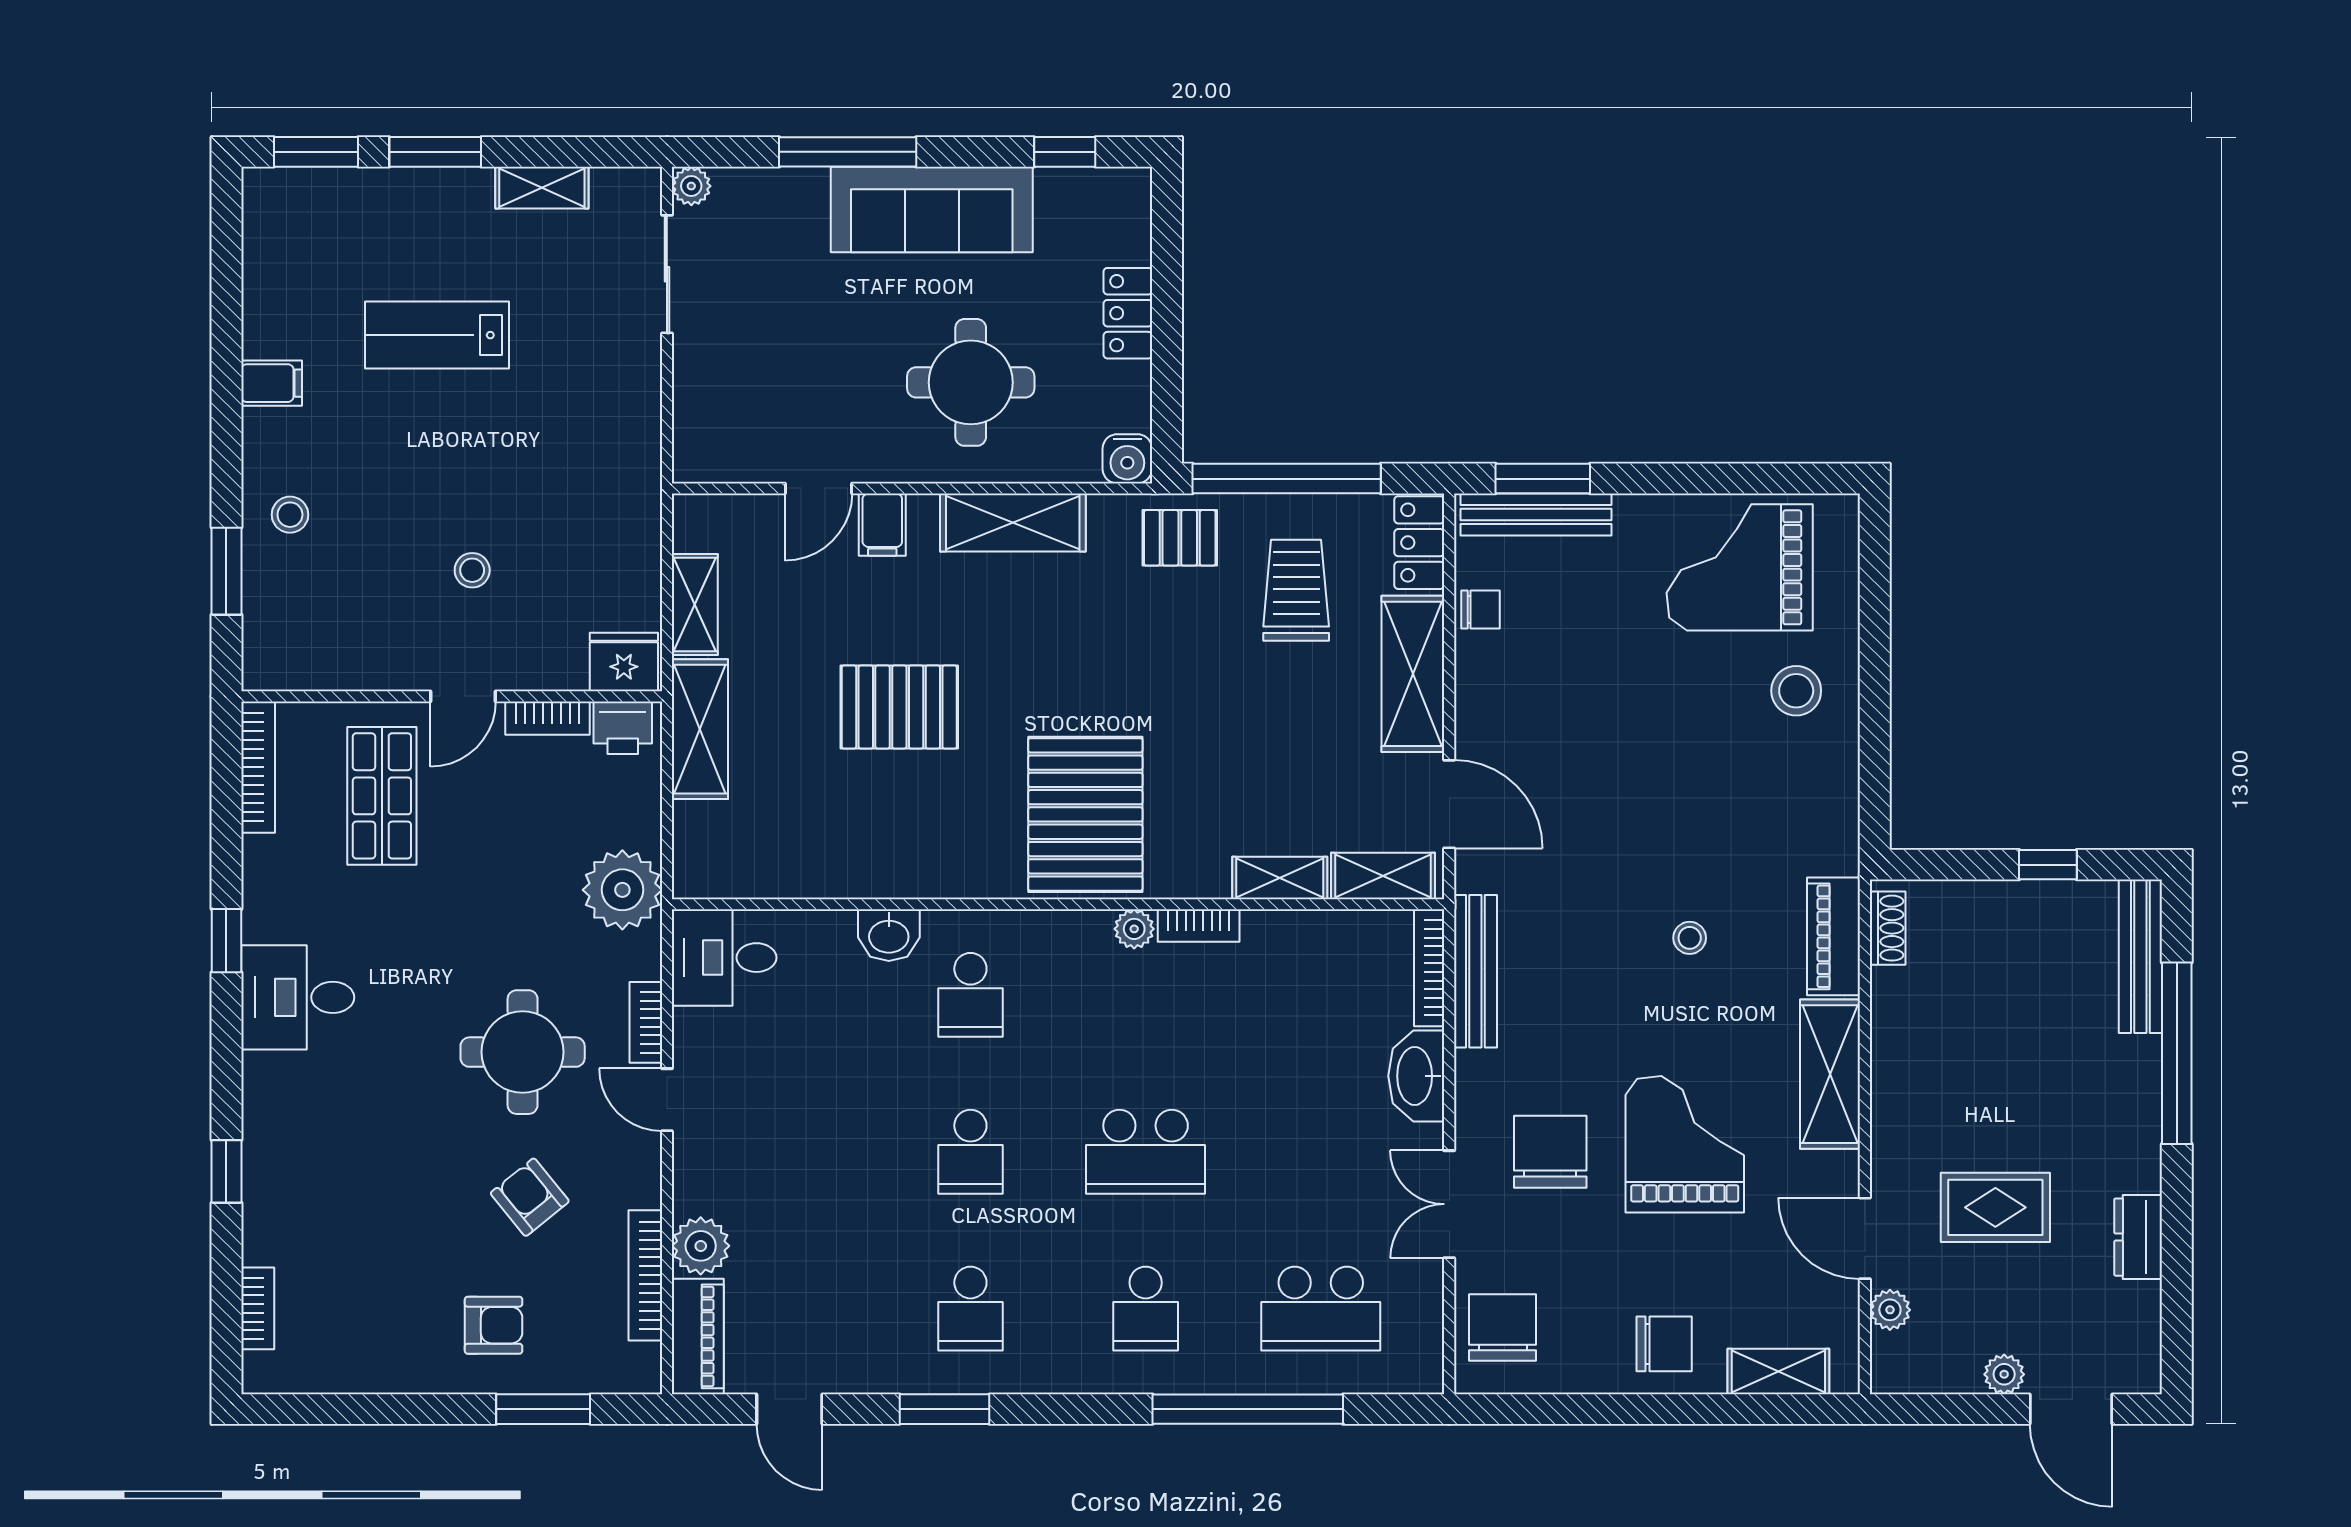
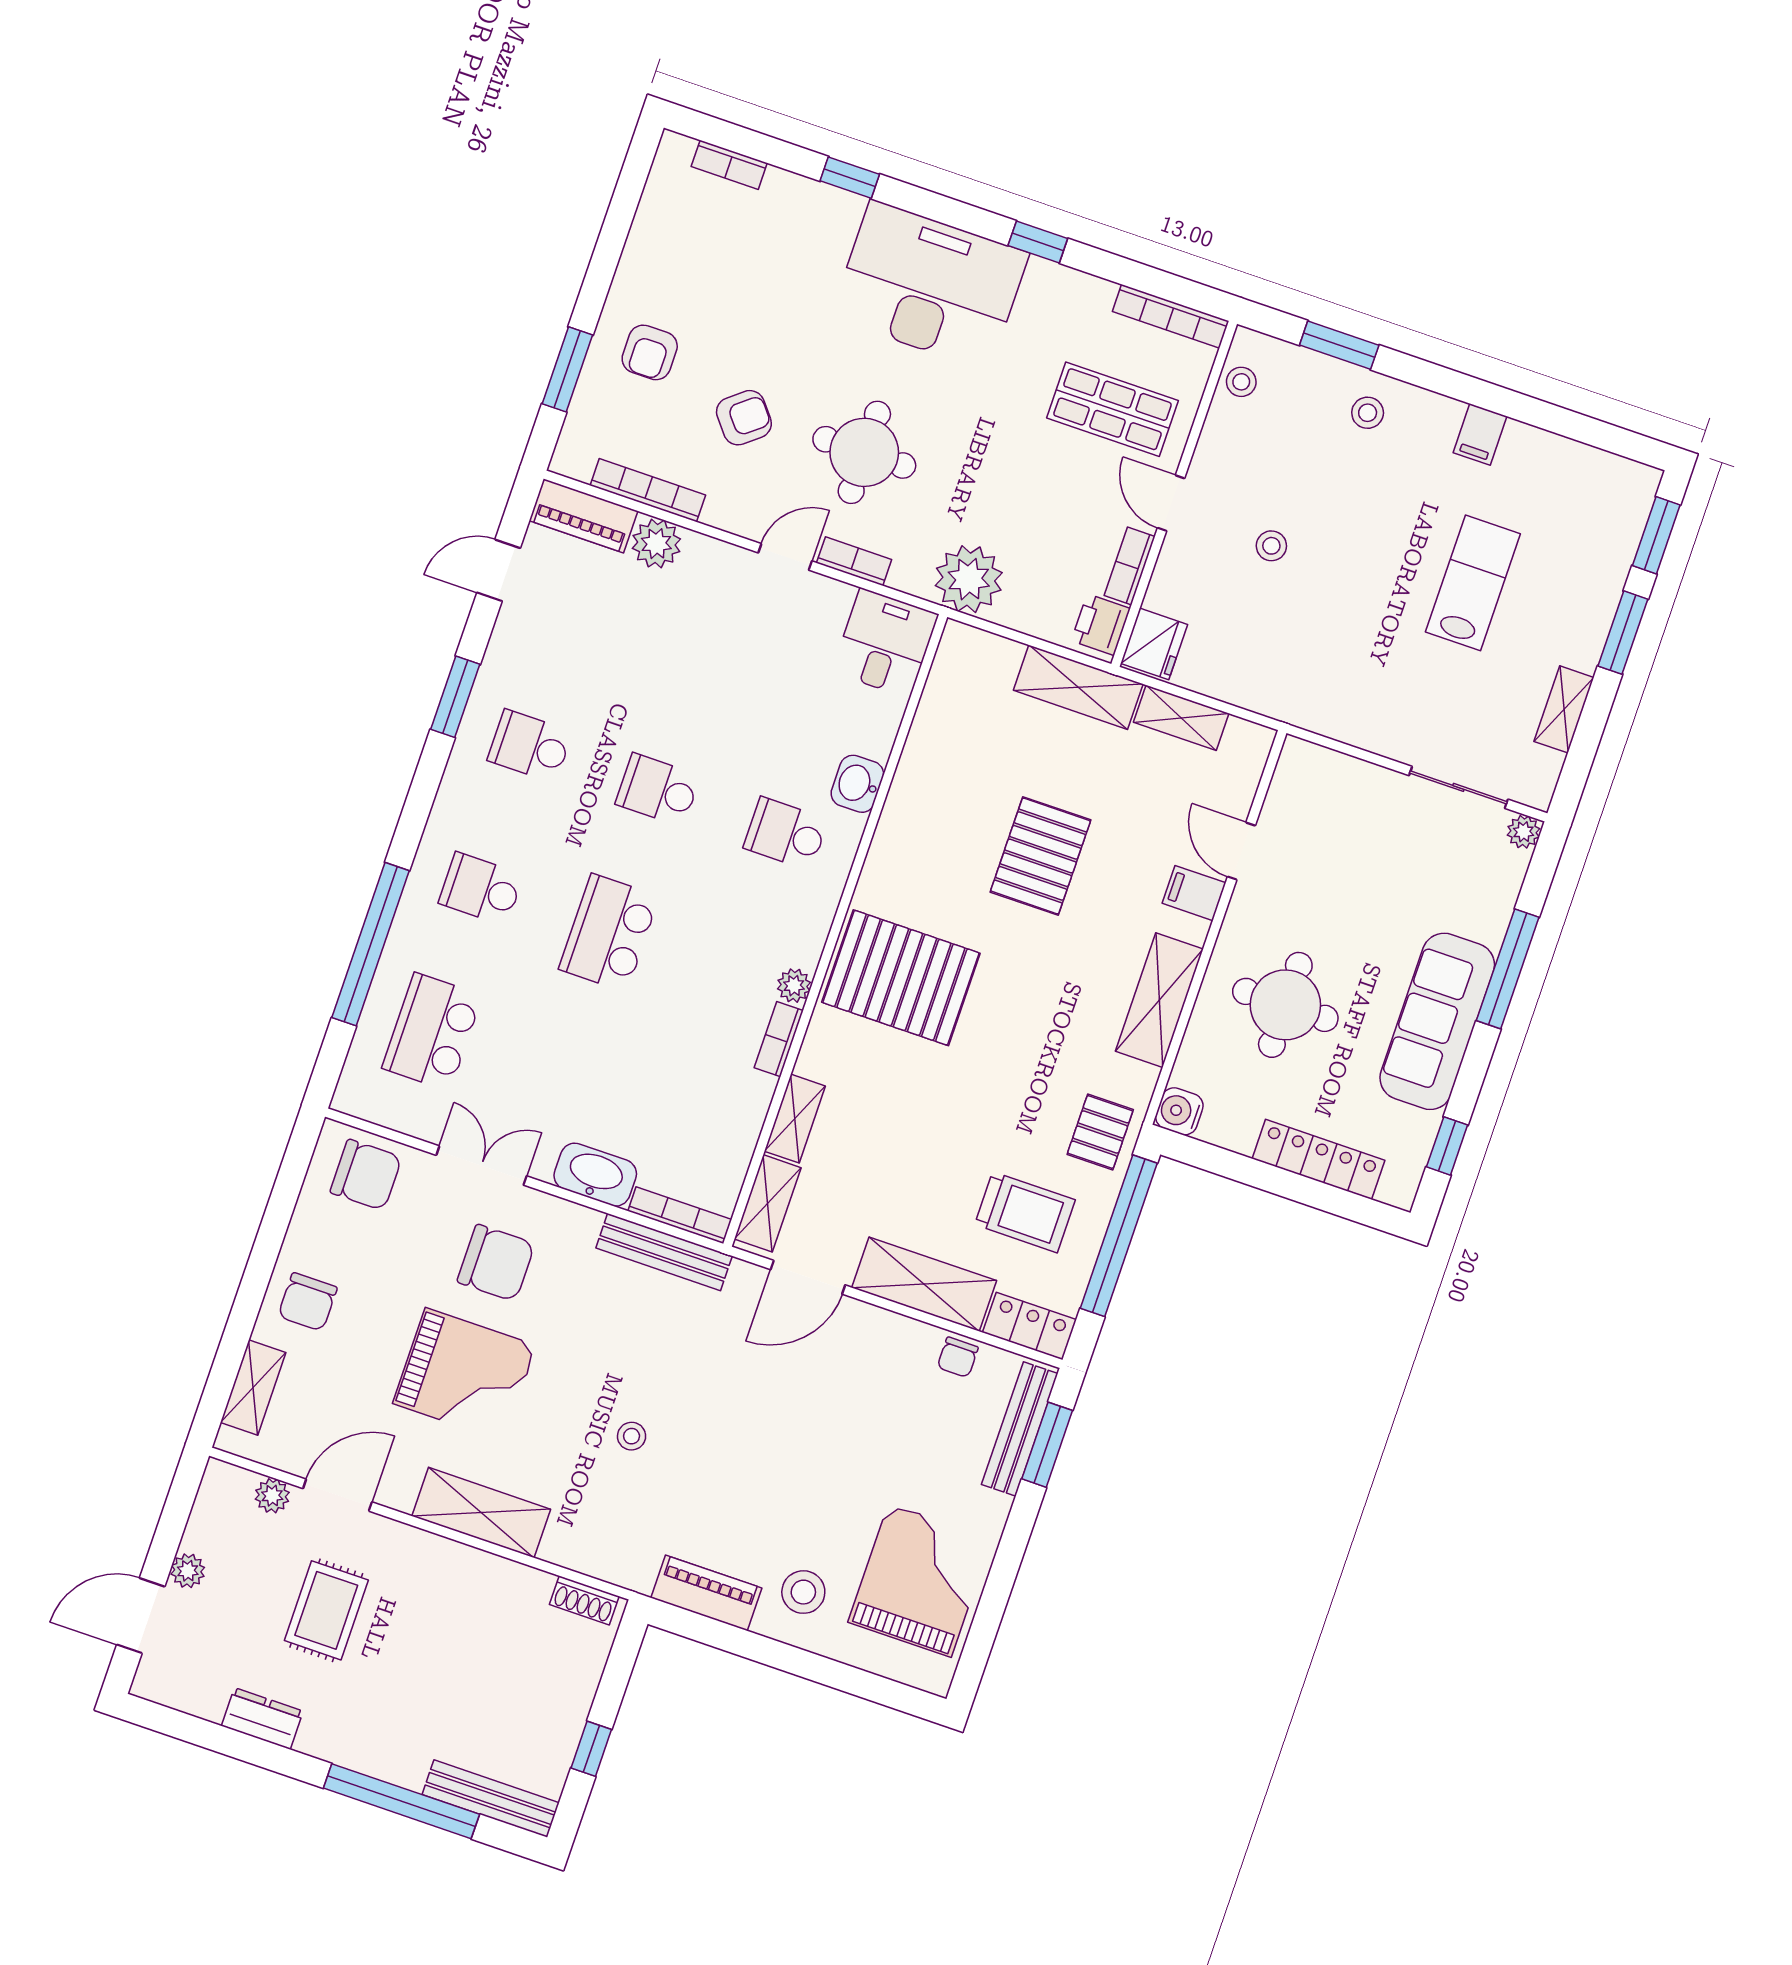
locker: (1128, 313) -> (1319, 1159), width x1.53
stool: (304, 665) -> (1241, 382), added
piano: (1834, 936) -> (706, 1593), moved
desk: (298, 997) -> (930, 285), width x1.87, depth x1.30

